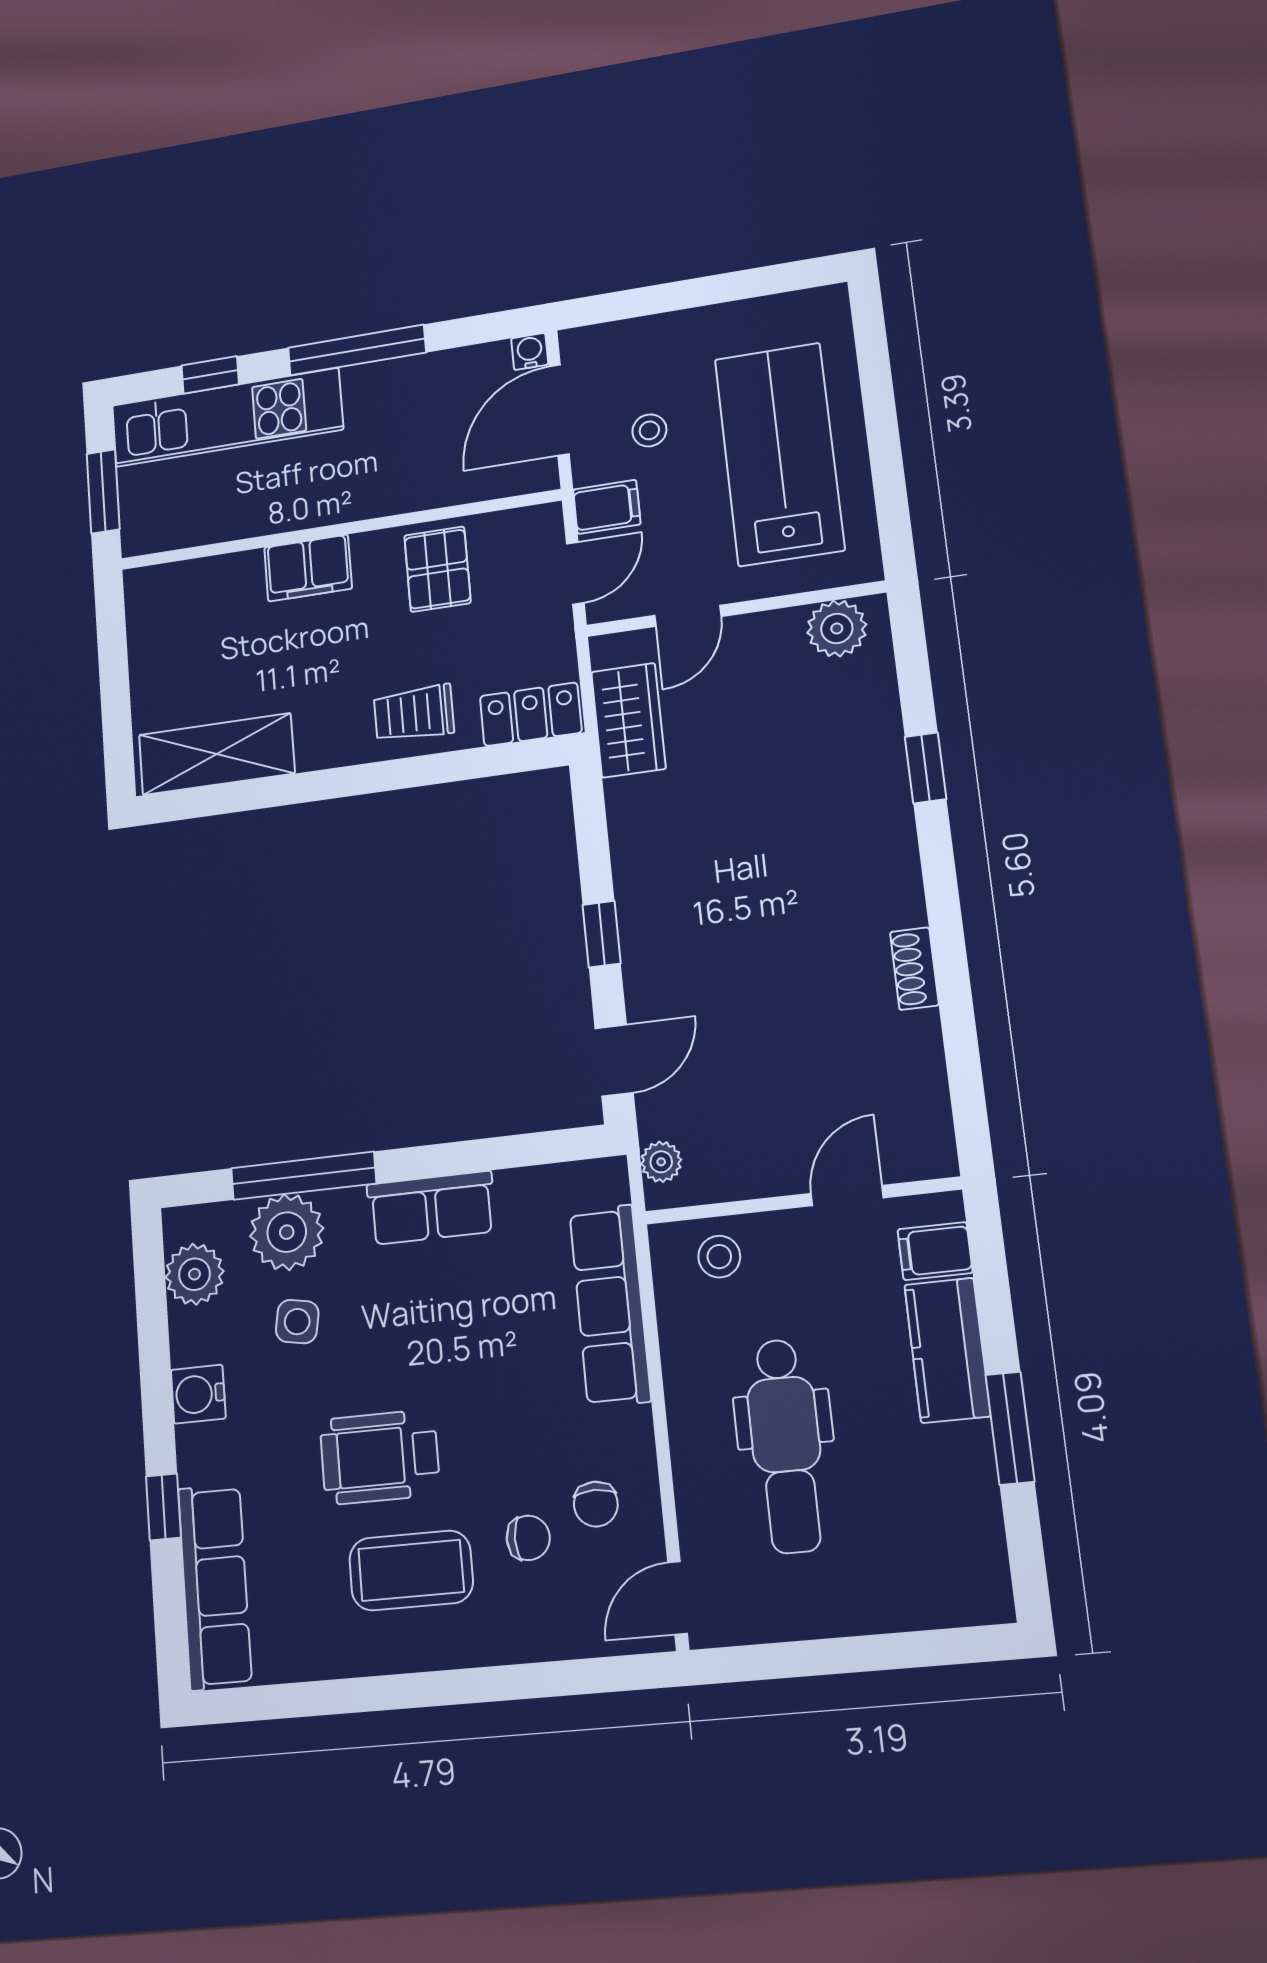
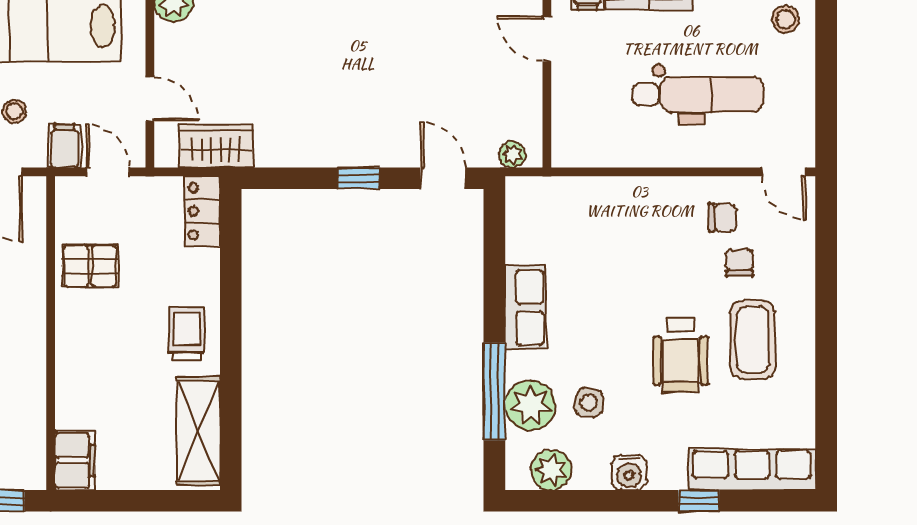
filing cabinet: (308, 568) -> (75, 460), moved
trolley: (414, 713) -> (187, 333), moved, turned 180
stool: (719, 1257) -> (785, 19), moved
row of seats: (610, 1306) -> (600, 196), removed

